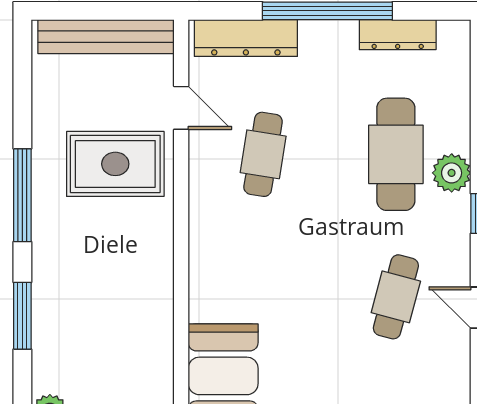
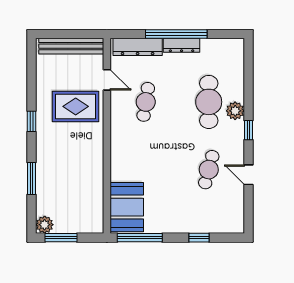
dresser: (398, 35) -> (182, 45), moved
window: (22, 195) -> (31, 121), width x0.46

